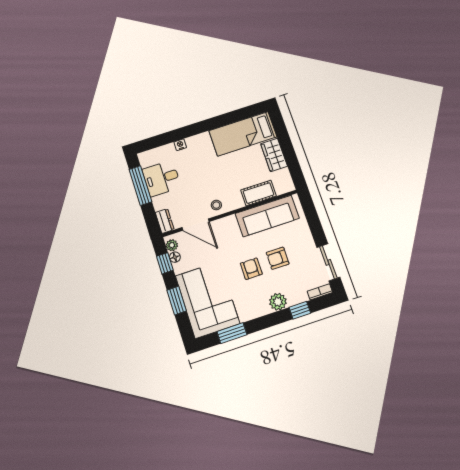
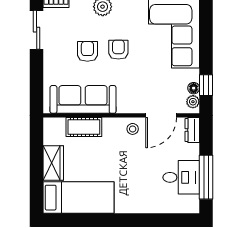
nightstand: (180, 145) -> (150, 208), removed
door: (196, 225) -> (161, 115), swing flipped
armchair: (278, 258) -> (87, 51), turned -90
armchair: (251, 269) -> (118, 50), turned 180
window: (177, 301) -> (206, 42), removed

